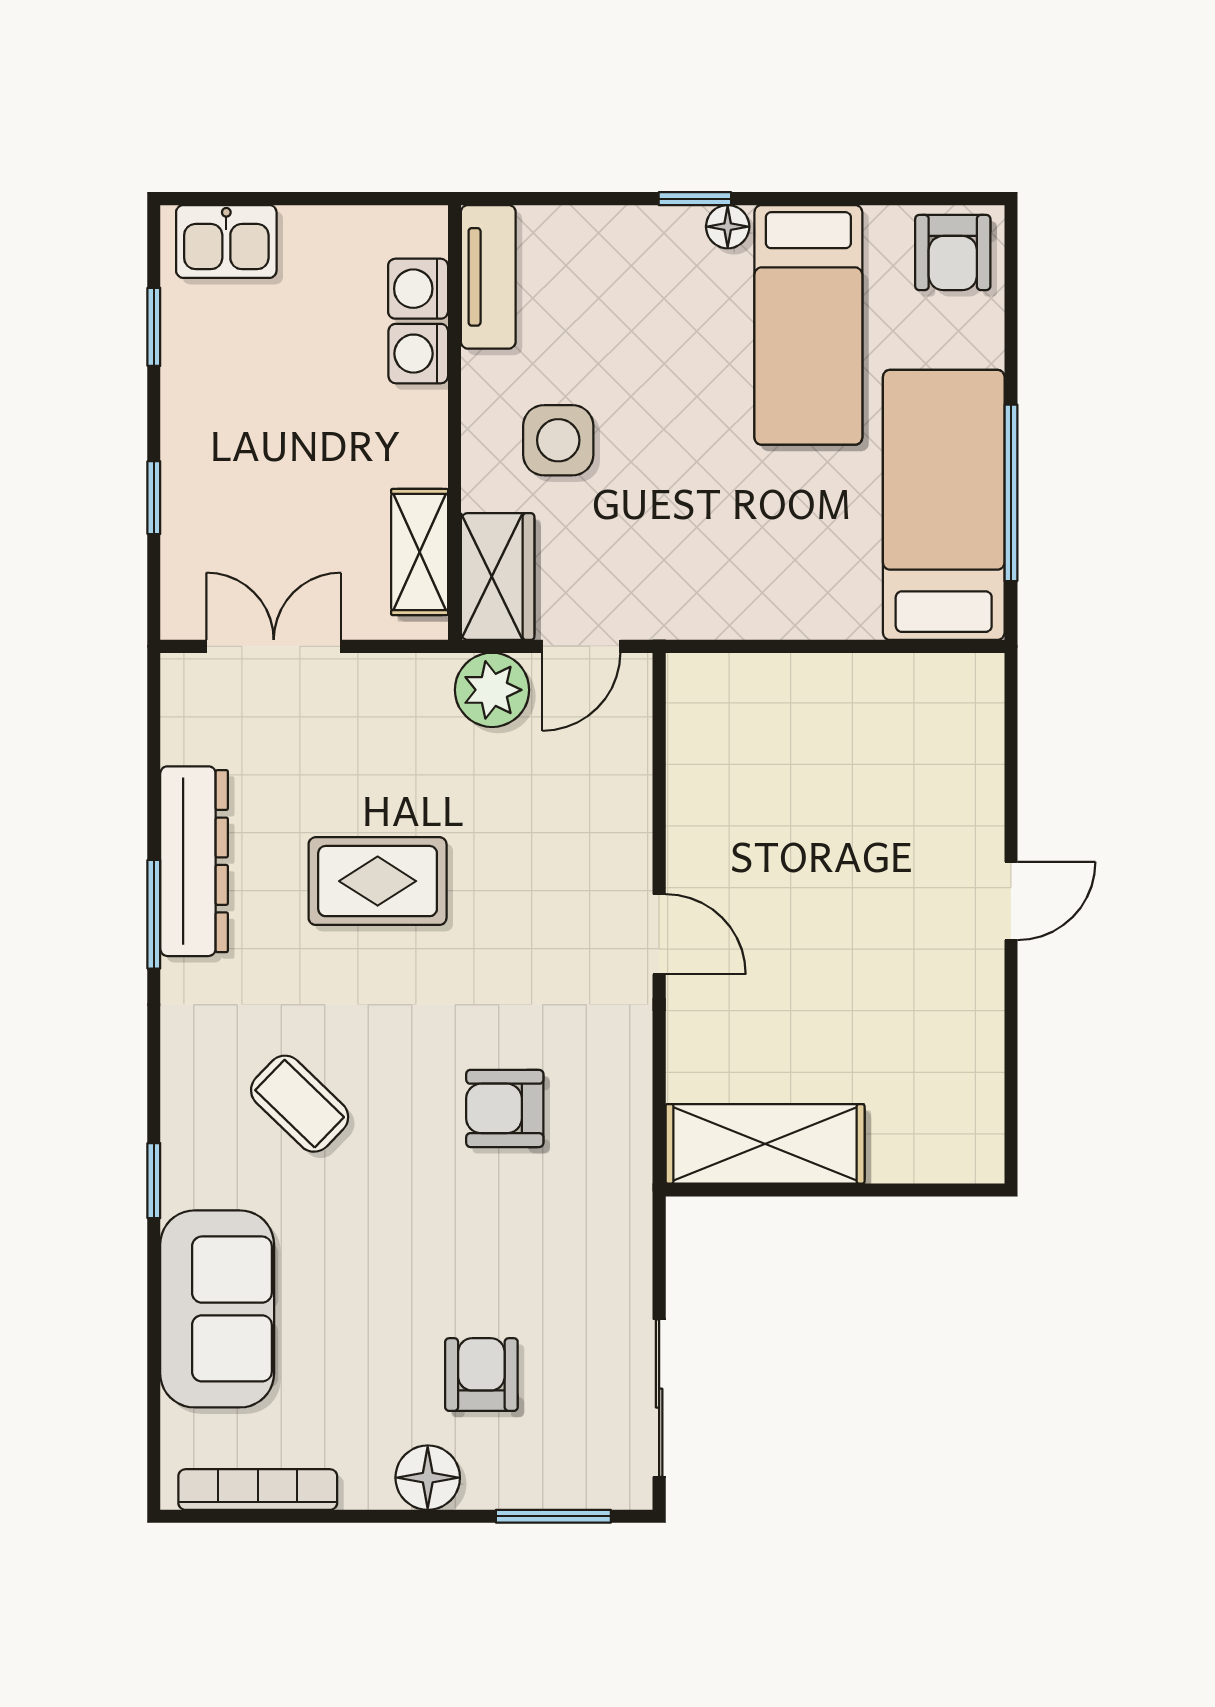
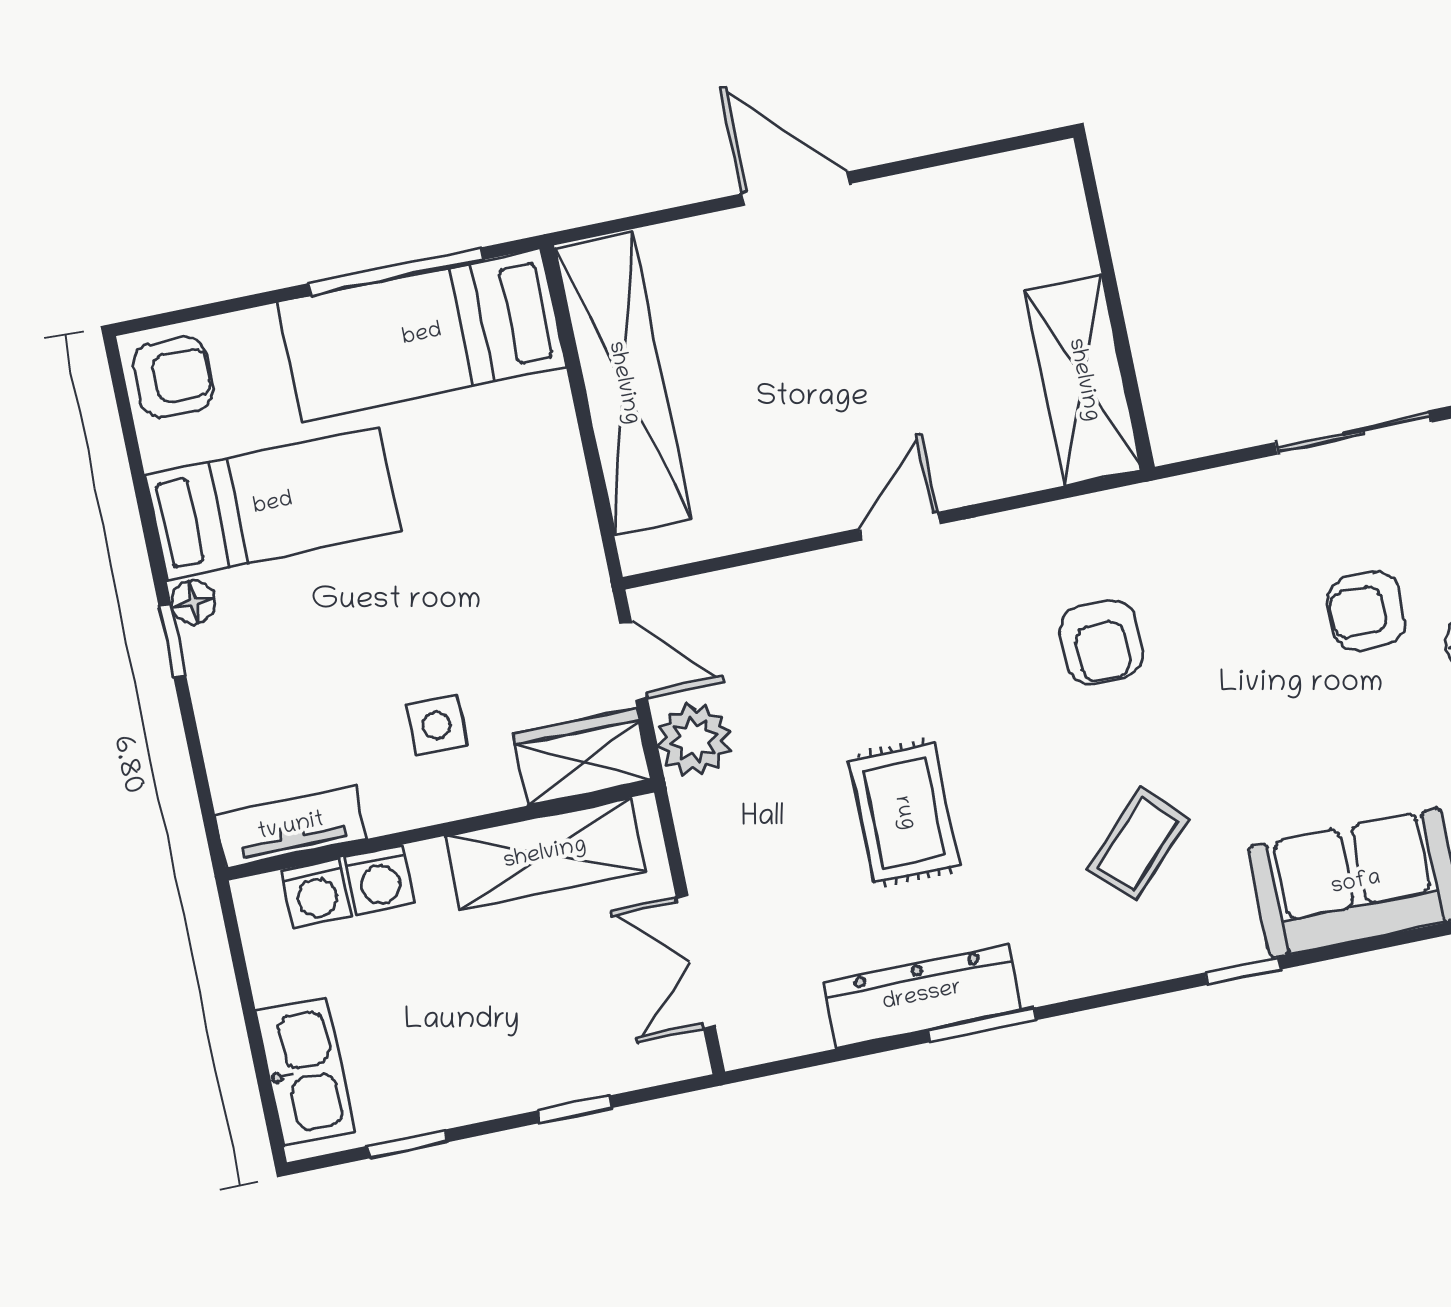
kitchen sink: (226, 241) -> (305, 1072), width x1.38
side table: (558, 440) -> (436, 725), width x0.73, depth x0.73
shelving: (420, 552) -> (545, 854), width x1.50, depth x1.33
shelving: (855, 693) -> (623, 383), added
door: (1011, 901) -> (796, 189), width x1.38

